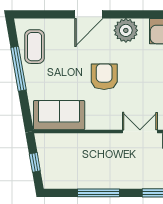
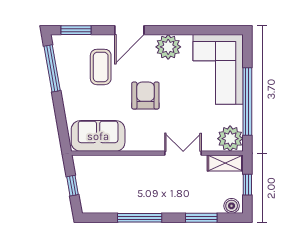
window: (38, 14) -> (76, 30), added
coffee table: (34, 47) -> (101, 67), moved
window: (18, 69) -> (52, 68), moved

